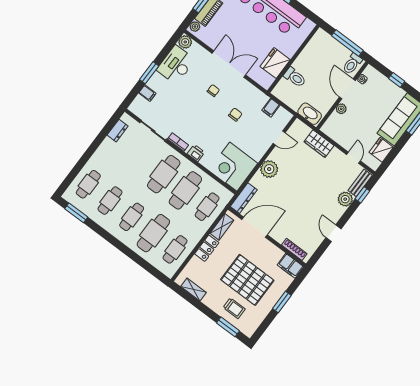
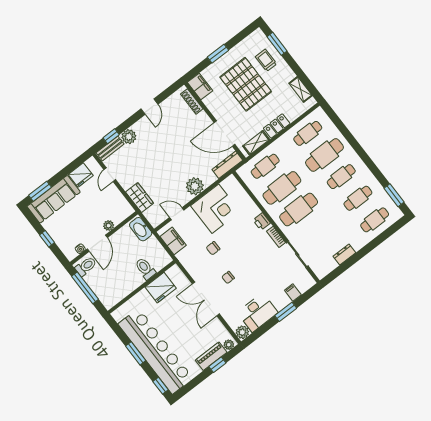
filing cabinet: (271, 108) -> (173, 241), width x2.00
dresser: (118, 131) -> (344, 254), moved
corner desk: (233, 167) -> (215, 209), moved

